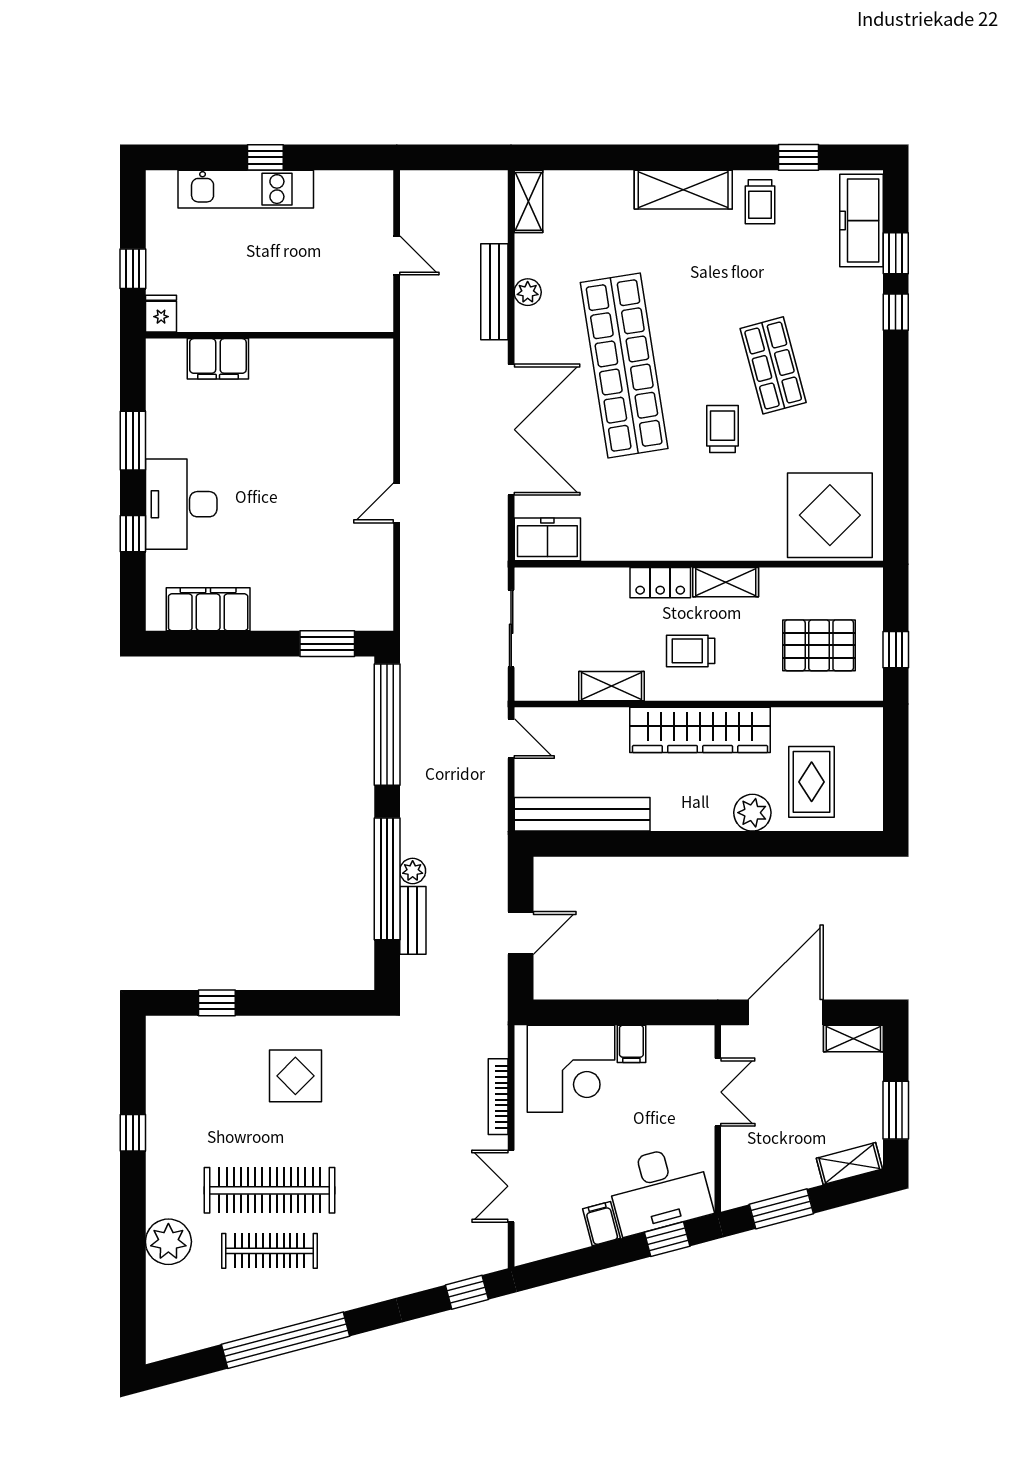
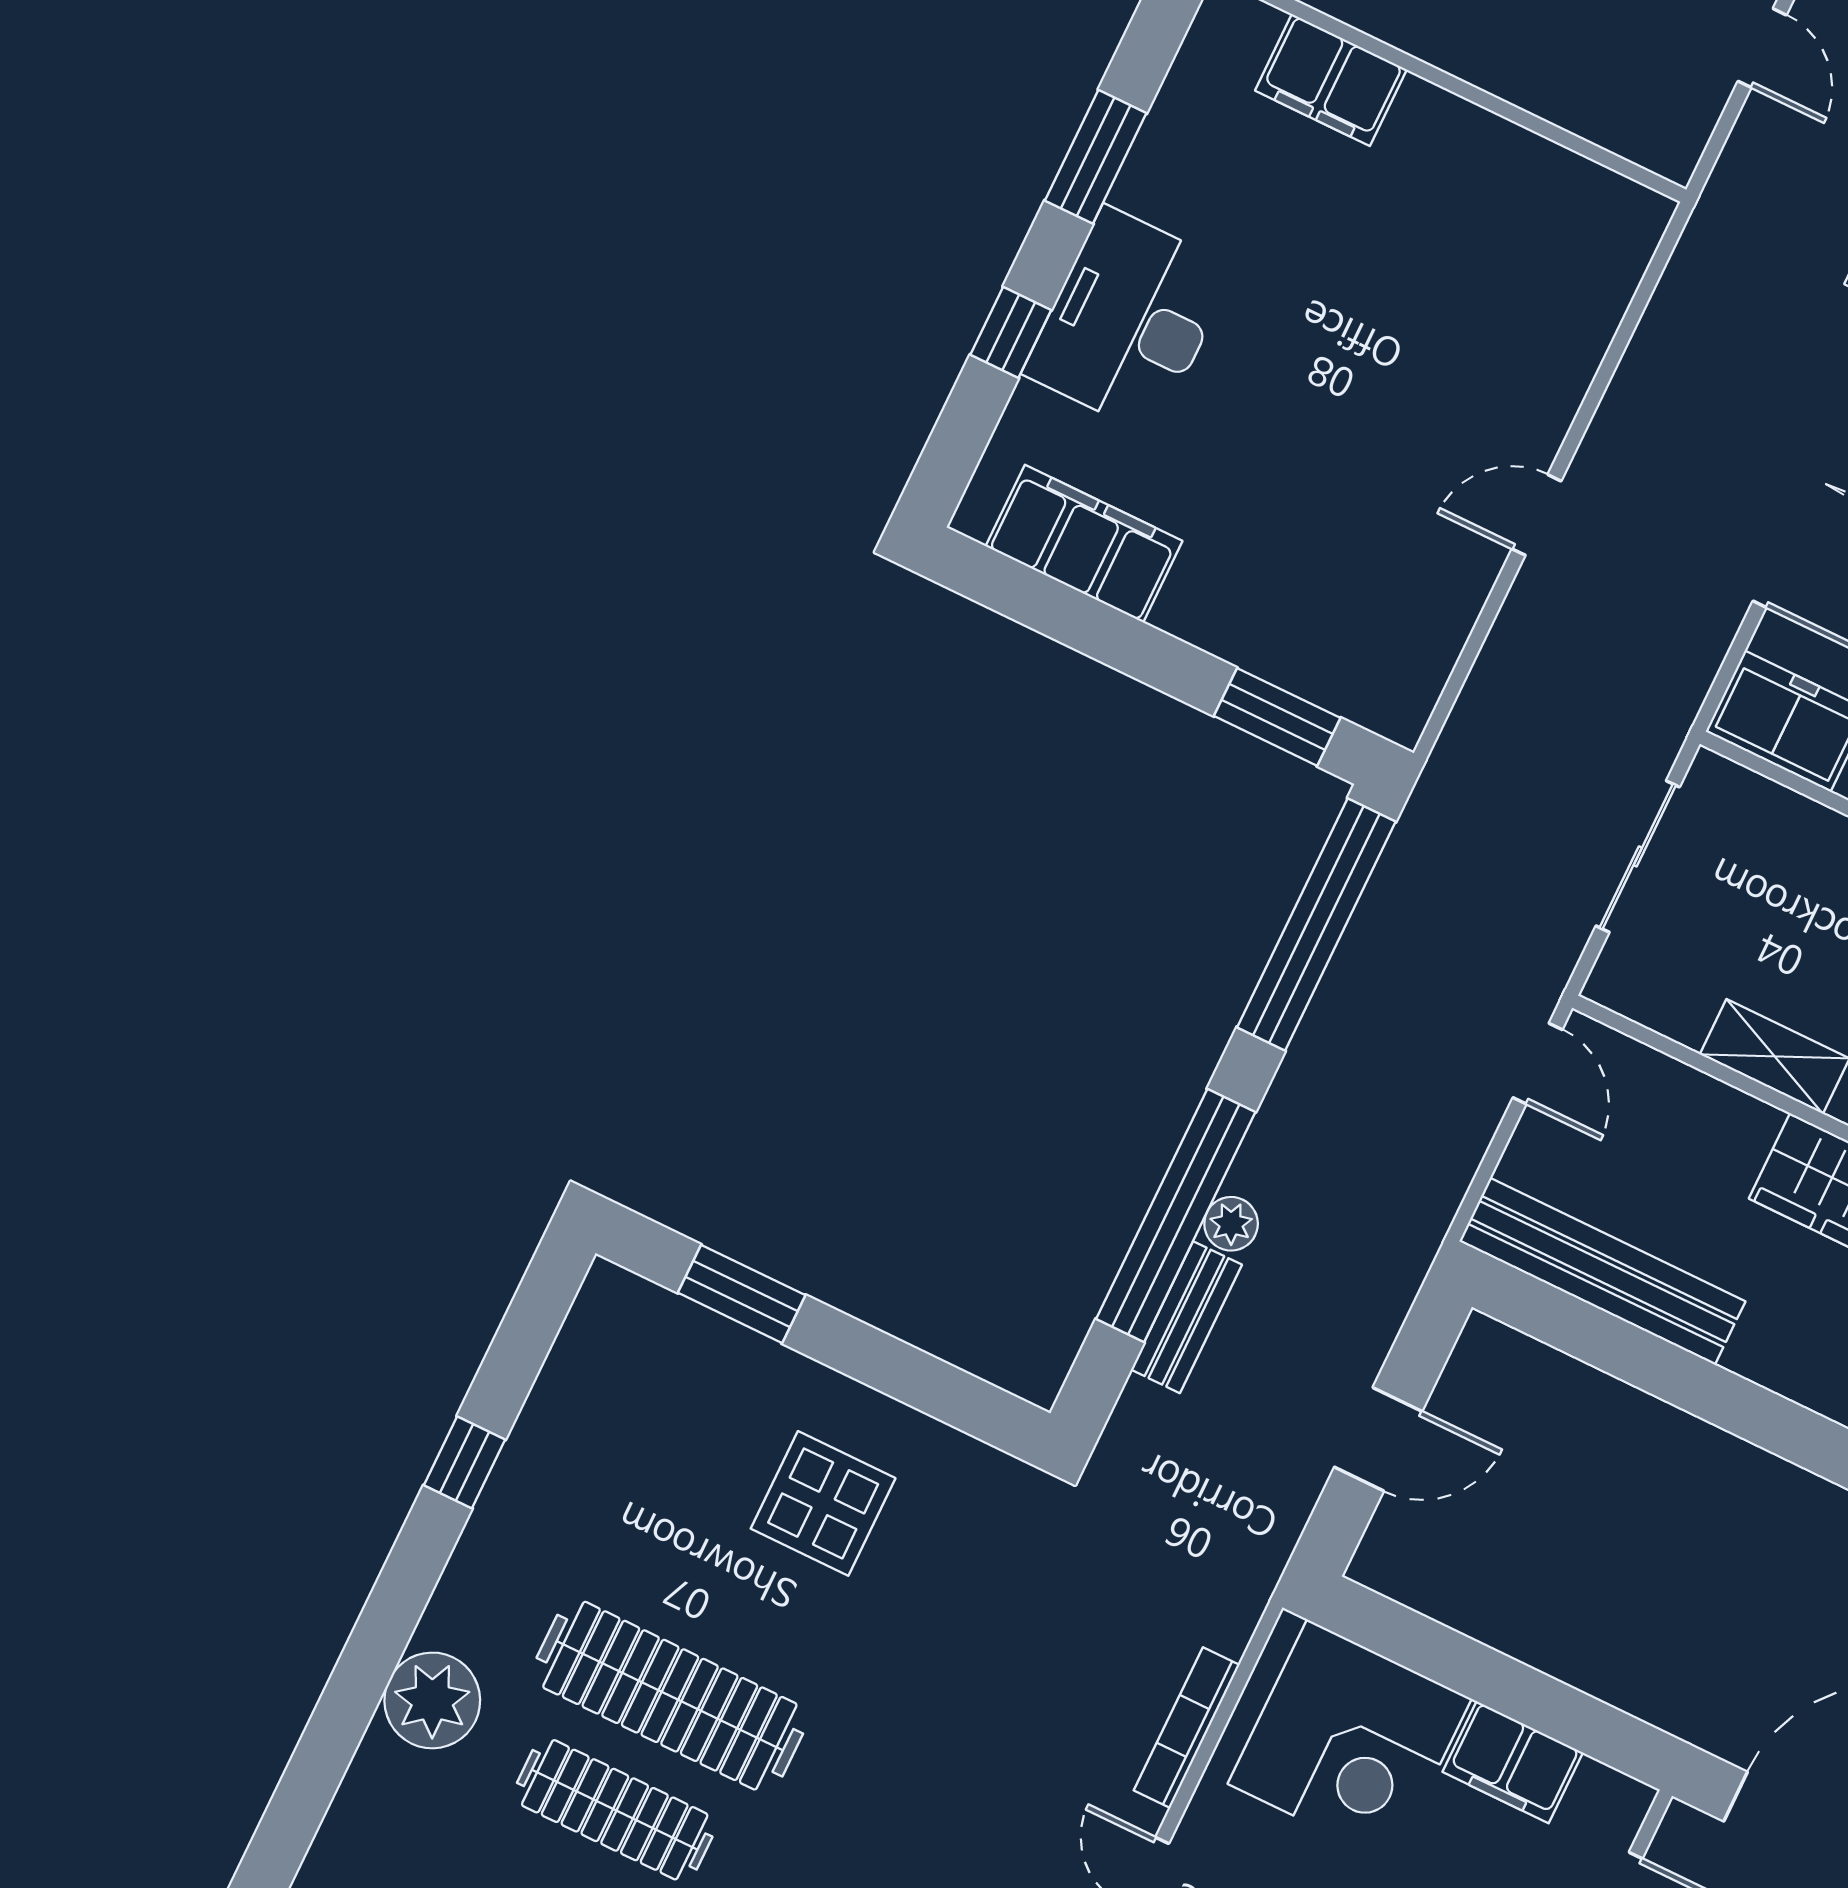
window: (217, 1003) -> (742, 1294), width x1.50
filing cabinet: (631, 1044) -> (1513, 1762), width x2.00

